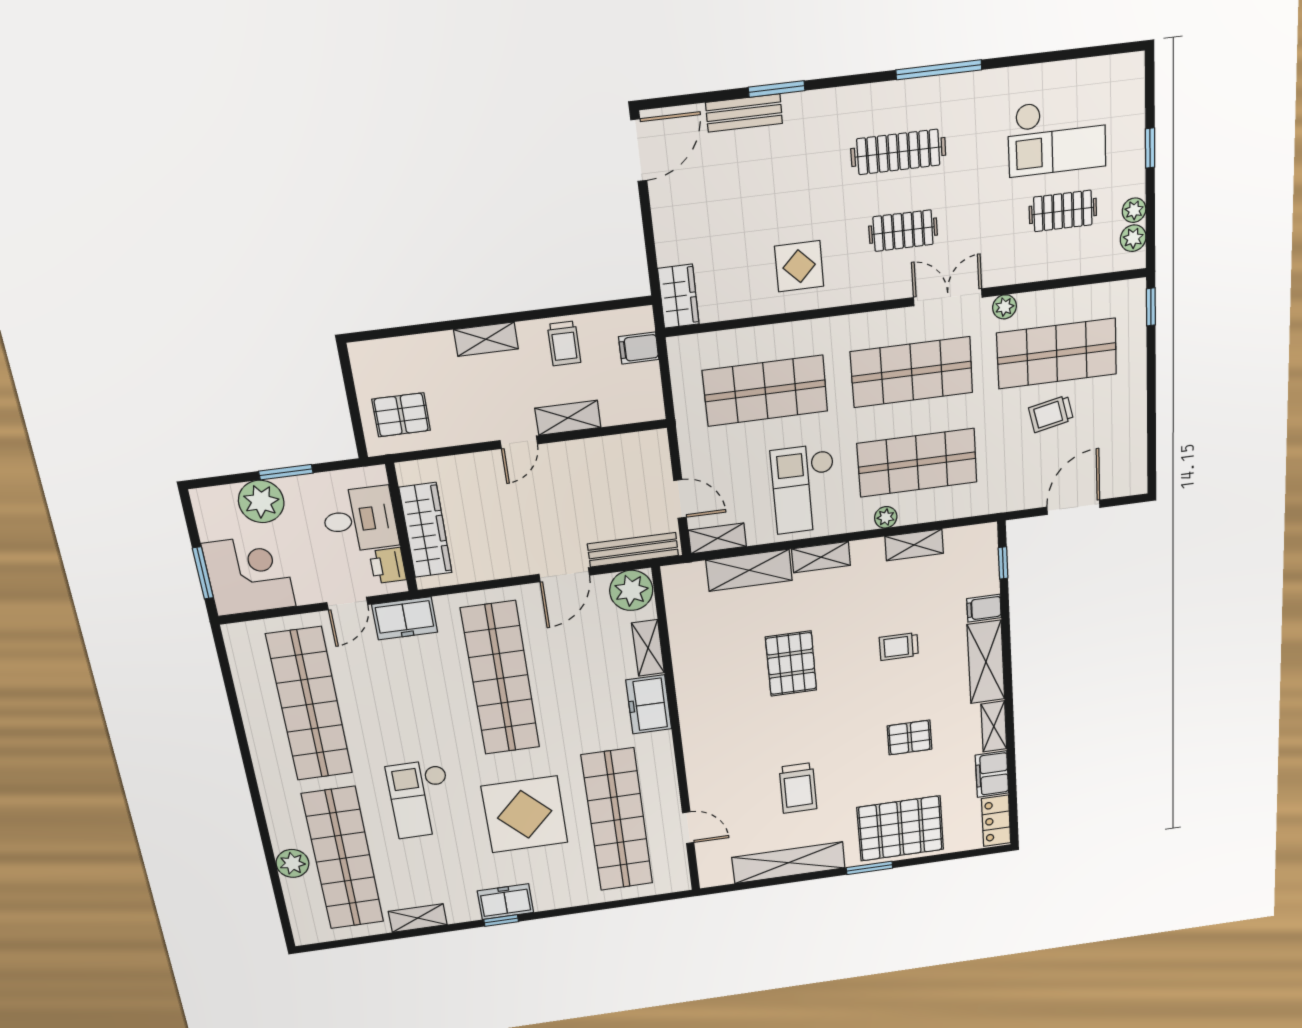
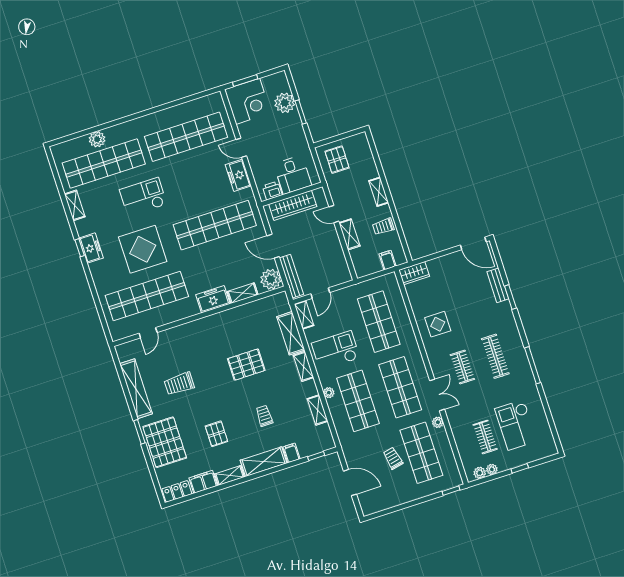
desk: (360, 519) -> (293, 175), moved
wall: (401, 528) -> (292, 194), moved
wardrobe: (426, 530) -> (293, 205), moved
printer: (388, 566) -> (272, 191), moved

